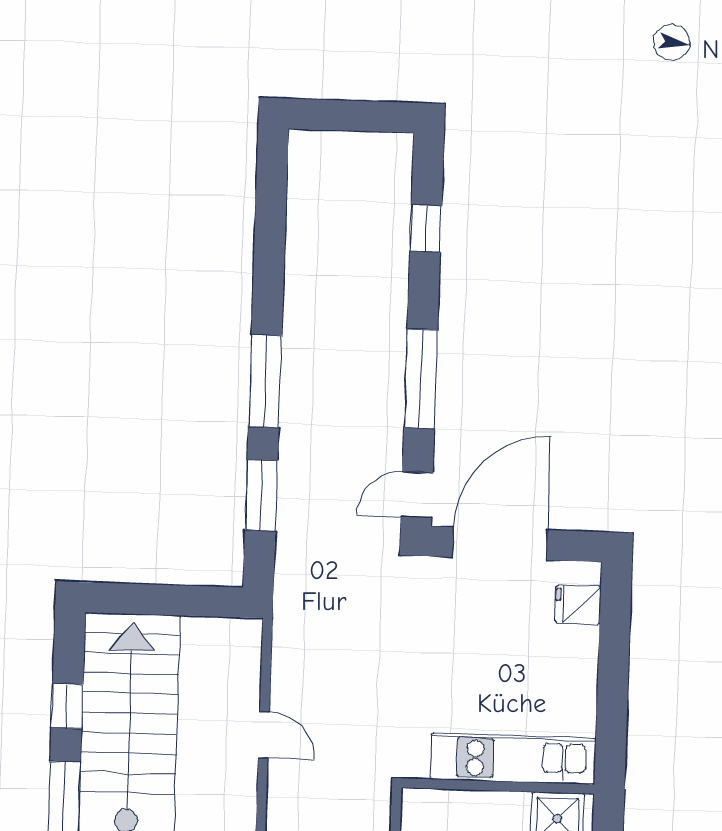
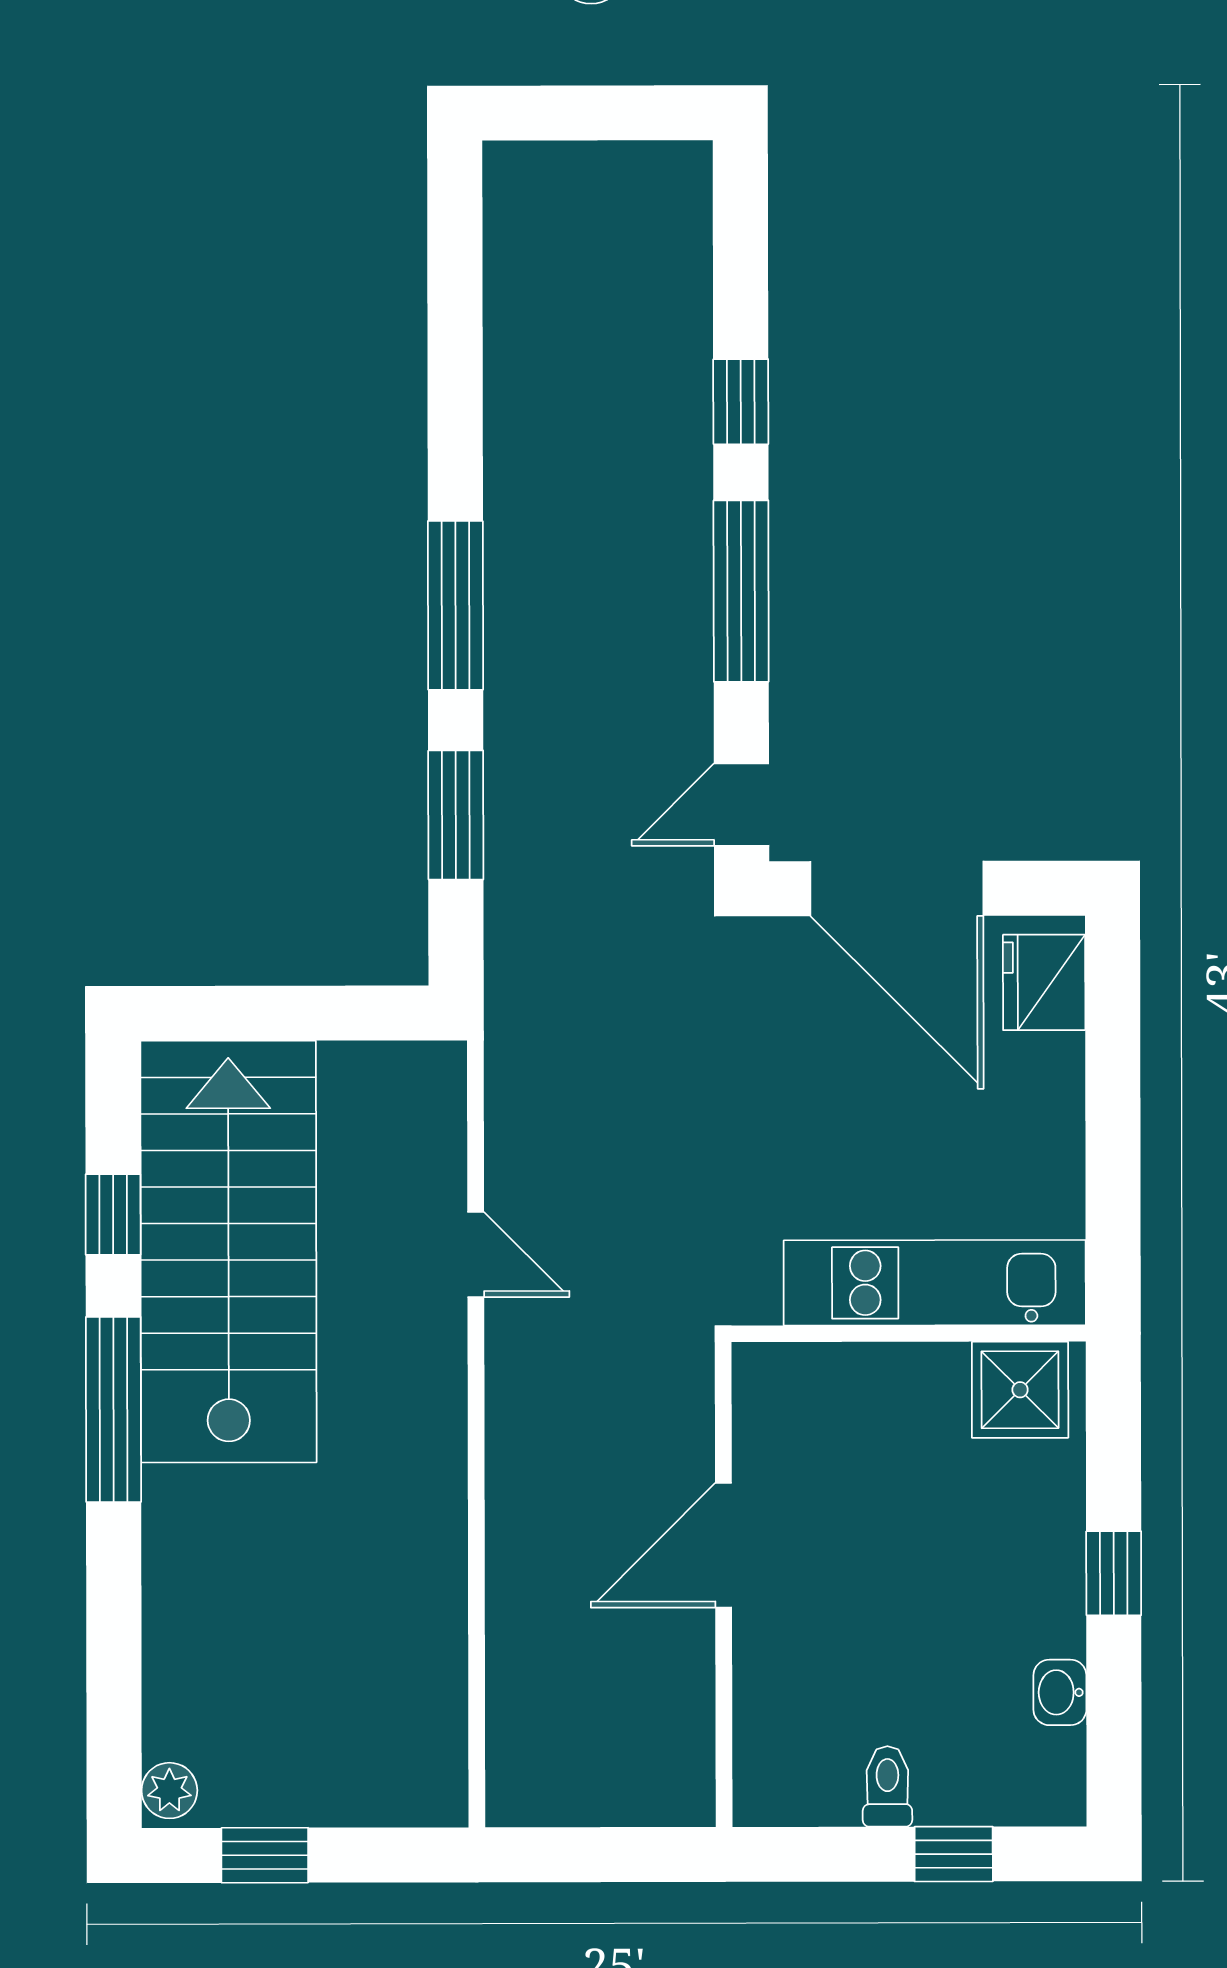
window: (426, 229) -> (741, 402), moved
door: (500, 544) -> (897, 889), swing flipped
fridge: (578, 605) -> (1044, 982), width x1.38

